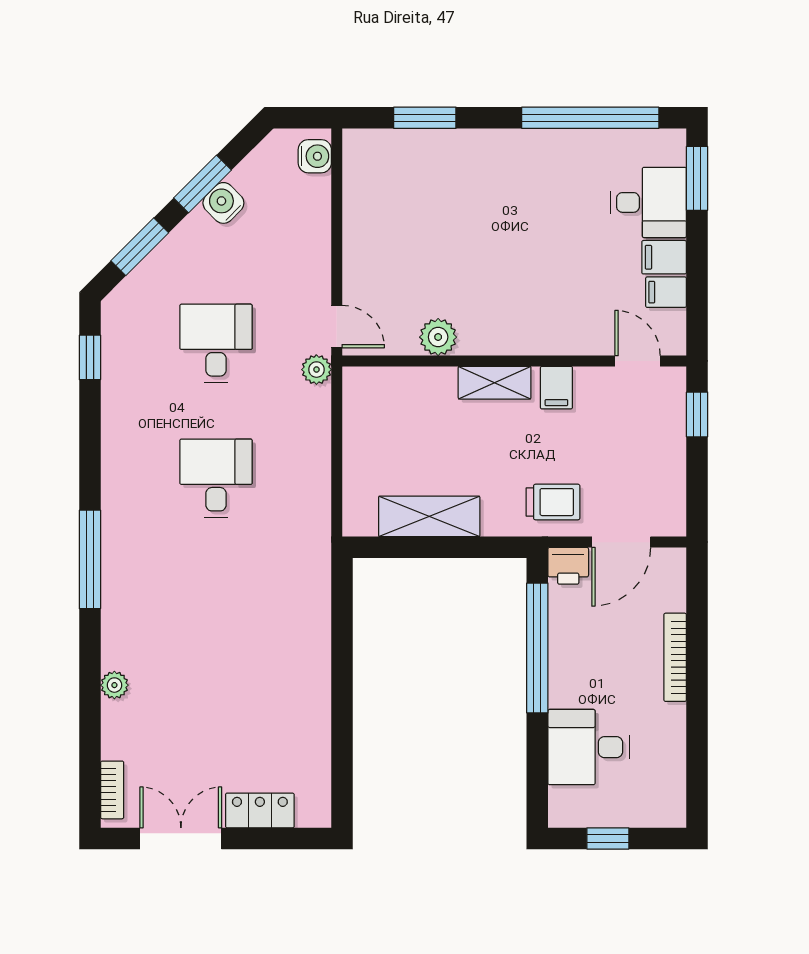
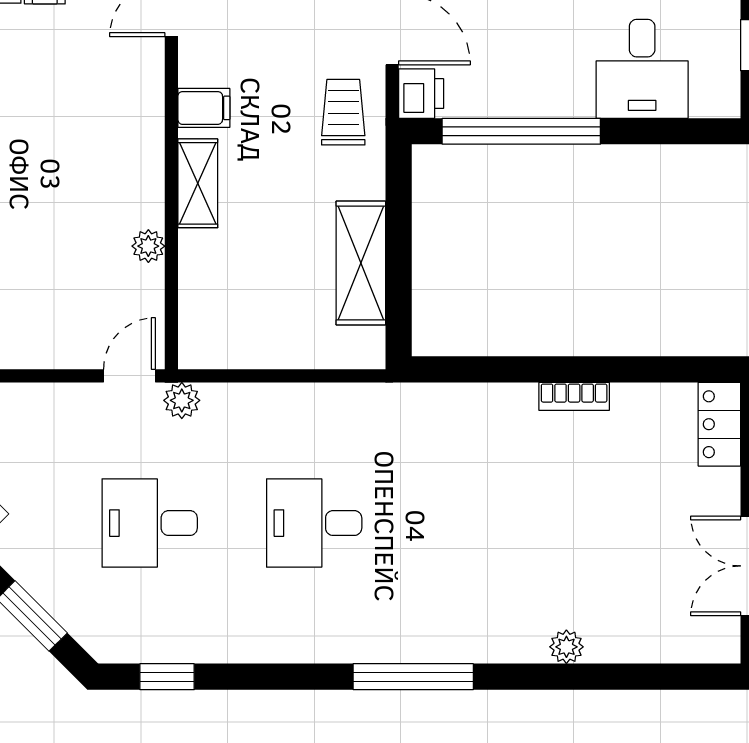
plant: (438, 337) -> (148, 246), width x0.73, depth x0.73
bookcase: (112, 790) -> (574, 396), moved, turned 180
locker: (260, 810) -> (719, 424), moved

